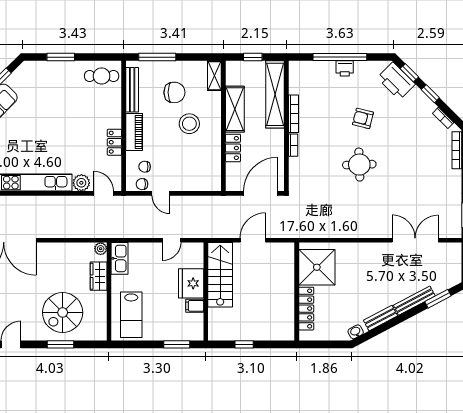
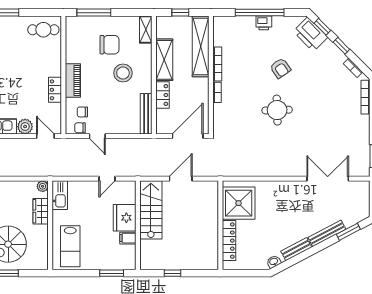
bench: (132, 90) -> (146, 114), moved
armchair: (363, 118) -> (280, 68), turned -139

